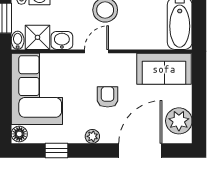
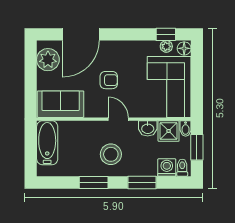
door: (97, 51) -> (118, 119), swing flipped
armchair: (108, 97) -> (109, 80), turned -90
plant: (92, 136) -> (166, 46), moved
window: (57, 150) -> (166, 34), moved

